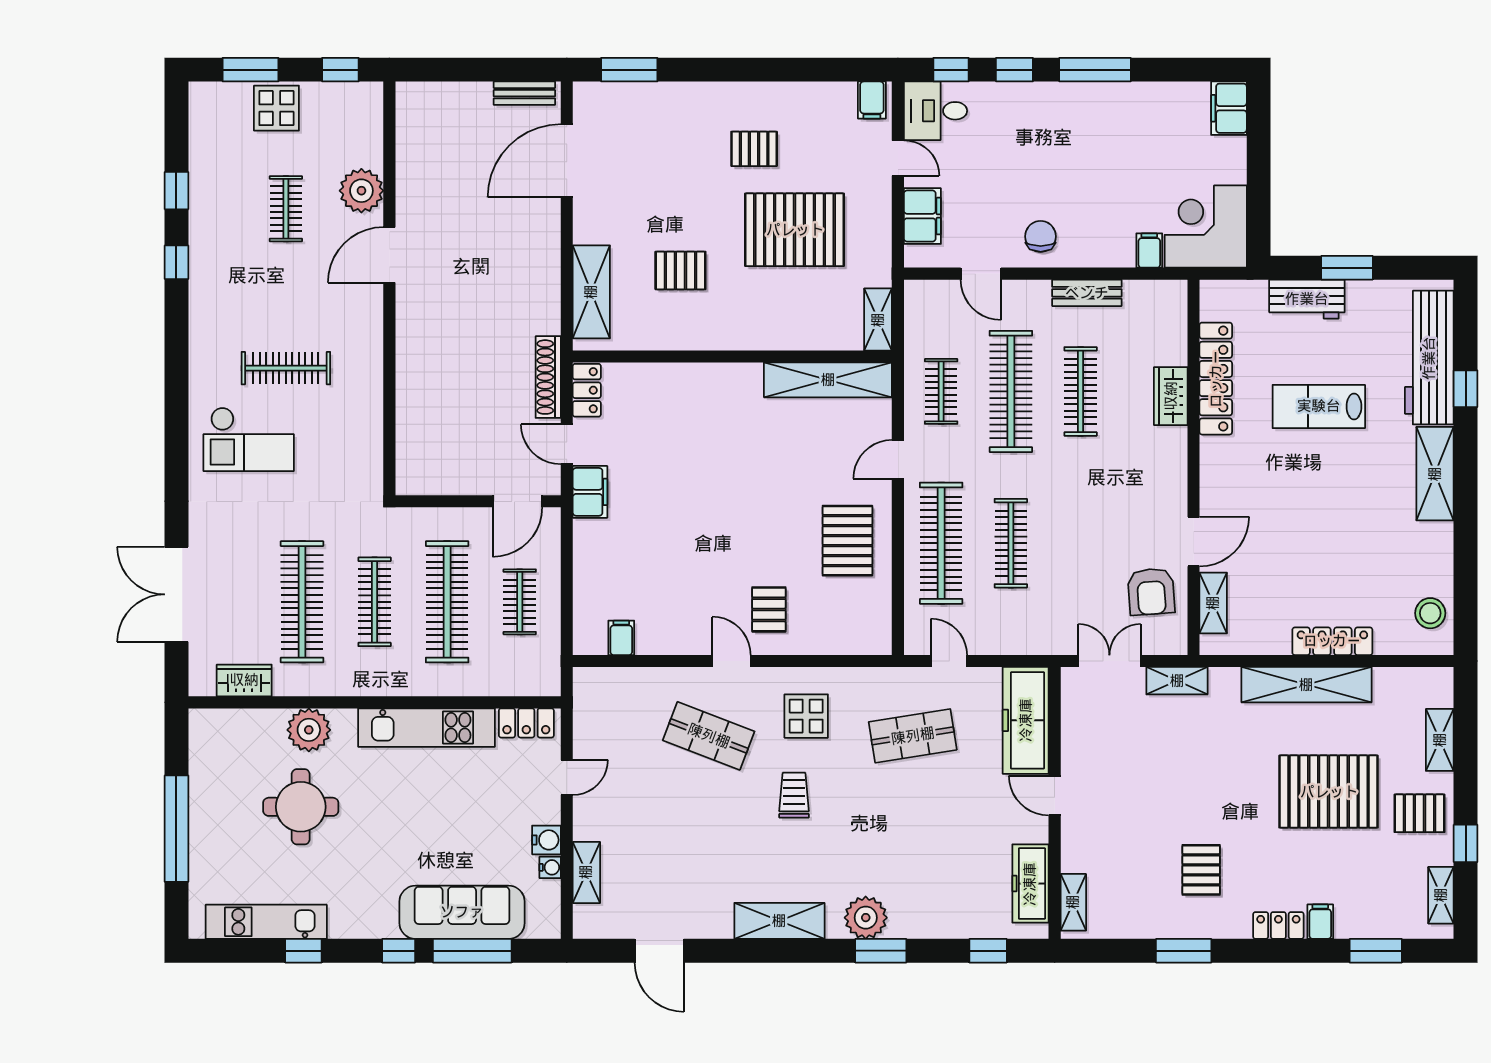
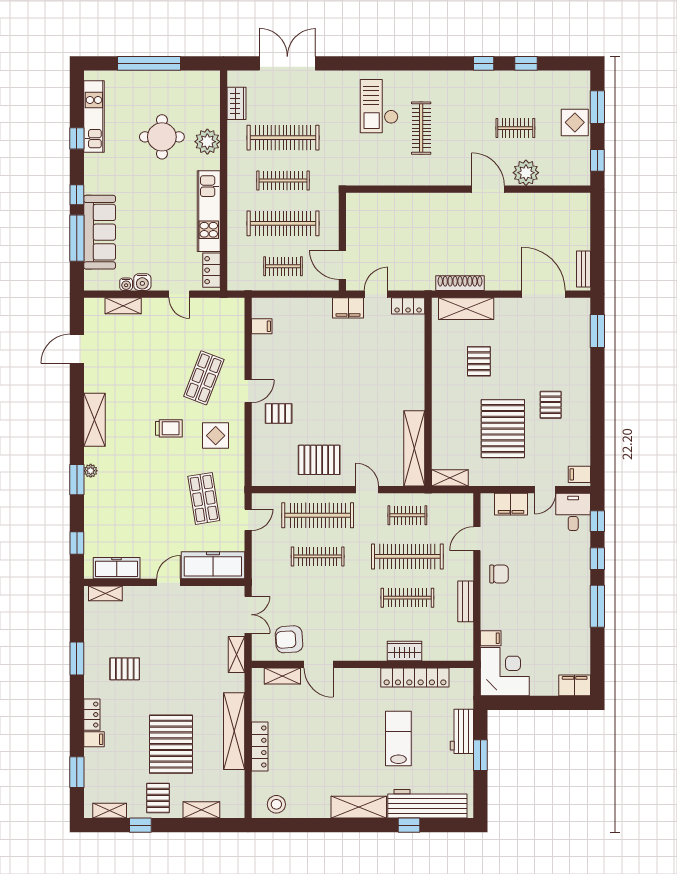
shoe rack: (548, 377) -> (460, 283), moved
plant: (866, 918) -> (91, 471), width x0.53, depth x0.53

